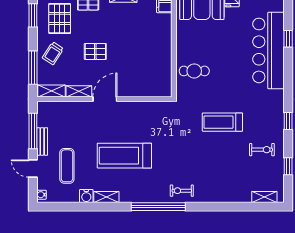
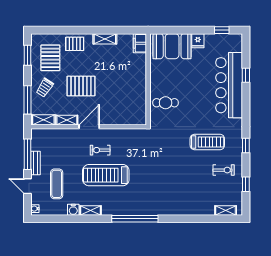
pallet: (95, 51) -> (81, 86), width x1.50, depth x1.42
treadmill: (222, 122) -> (207, 142), moved, turned 180
exercise bike: (182, 191) -> (100, 150), moved

